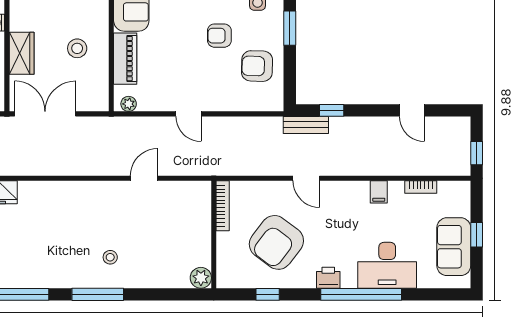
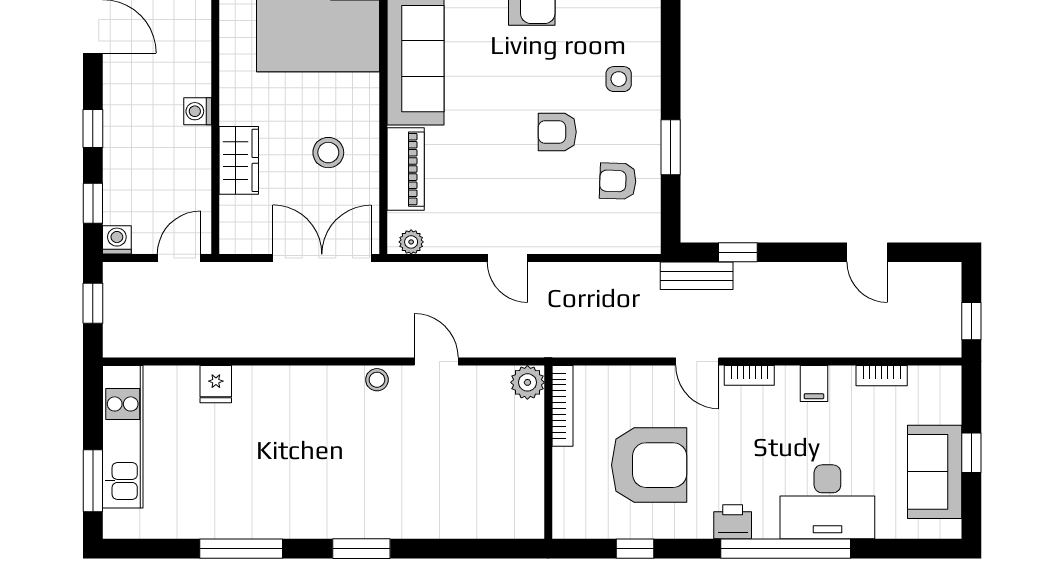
window: (290, 28) -> (671, 147), moved
armchair: (257, 66) -> (618, 181), width x0.72, depth x0.72
double door: (45, 114) -> (322, 258), moved
door: (144, 178) -> (436, 362), hinge flipped
bookcase: (339, 187) -> (749, 375), added
armchair: (276, 242) -> (649, 465), turned -127
stool: (110, 257) -> (377, 380), moved
plant: (201, 278) -> (527, 382), moved
window: (98, 294) -> (361, 549), width x0.69

